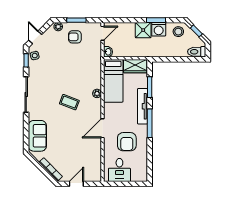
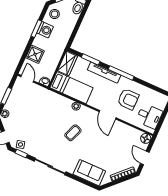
shower: (143, 30) -> (35, 54), moved
armchair: (75, 37) -> (20, 103), removed
floor lamp: (96, 176) -> (146, 138), added

